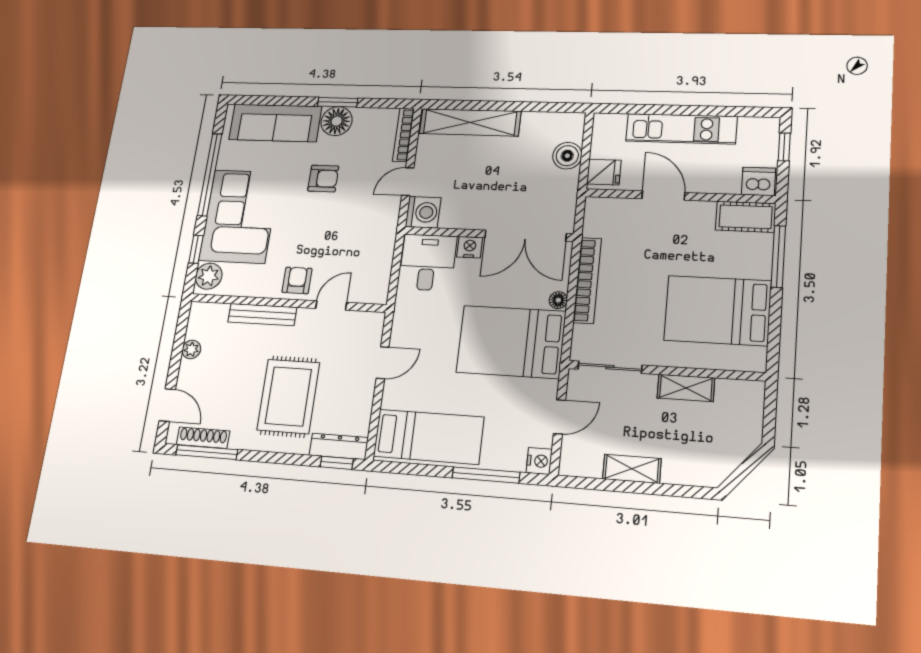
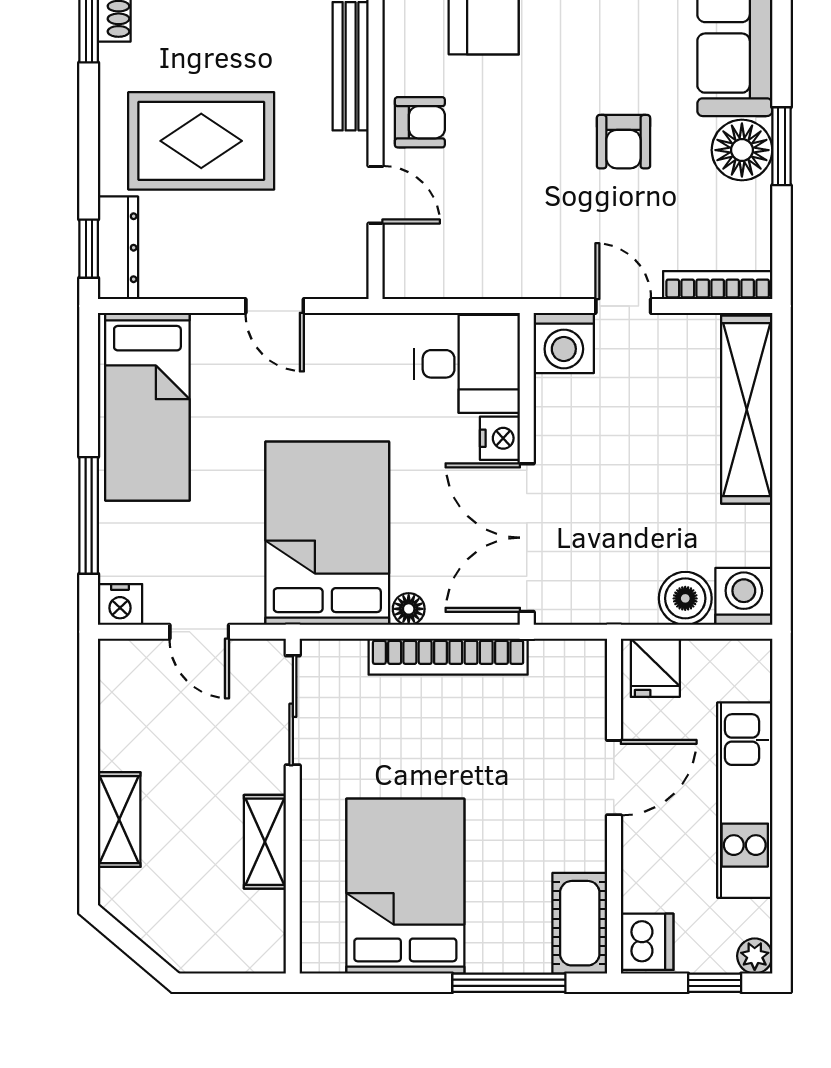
washing machine: (569, 126) -> (744, 596), added
plant: (770, 126) -> (755, 956), added
shelving: (632, 469) -> (119, 820), moved

